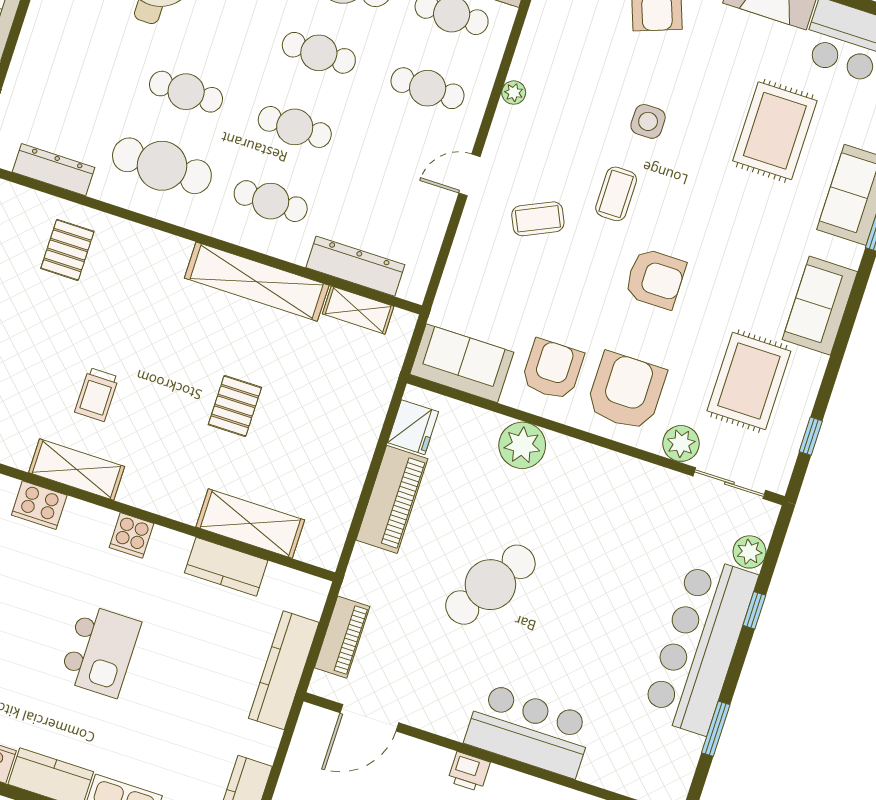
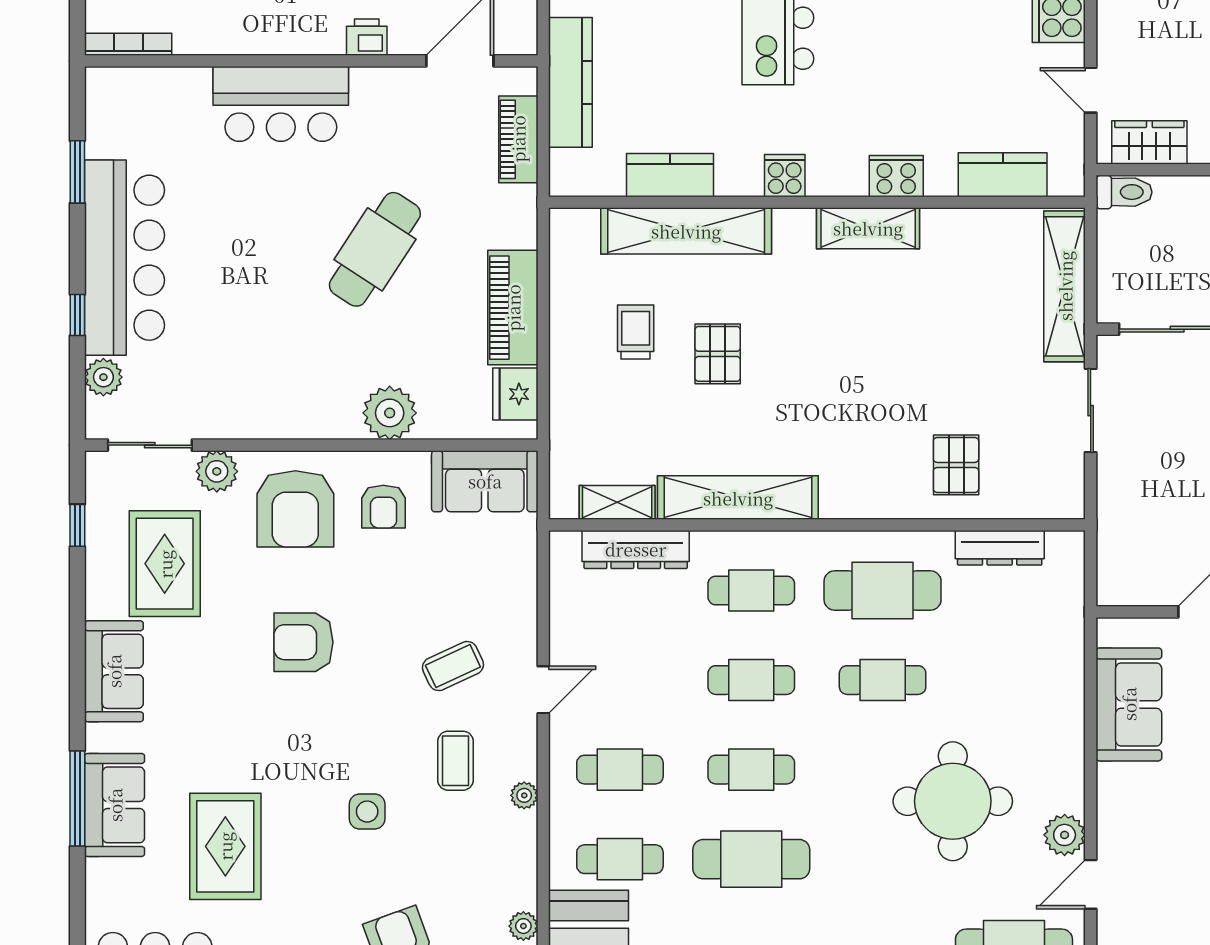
coffee table: (616, 194) -> (455, 761), moved
armchair: (552, 369) -> (383, 507), width x0.72, depth x0.72
trolley: (97, 395) -> (636, 332), moved
shelving: (250, 523) -> (686, 231), width x1.47
printer: (469, 772) -> (367, 37), moved

